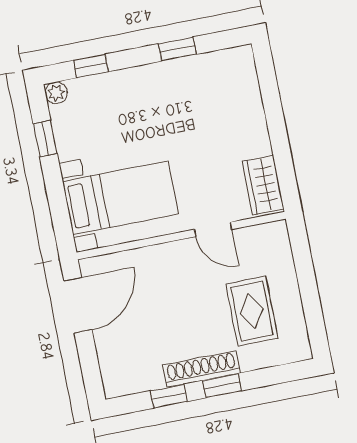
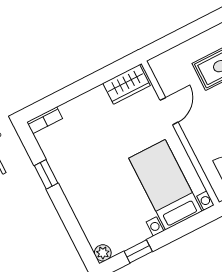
window: (91, 66) -> (76, 233), removed
bookcase: (247, 67) -> (45, 120), added

